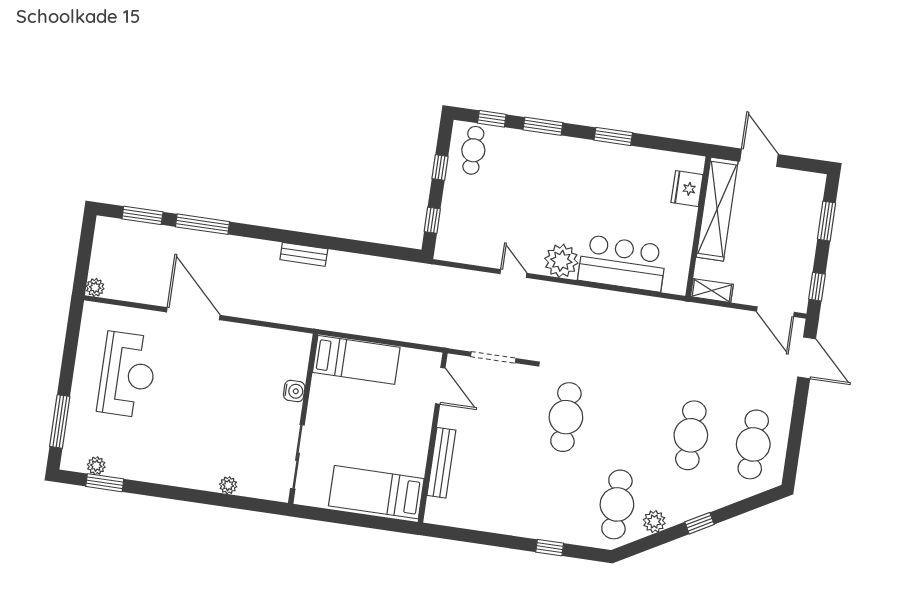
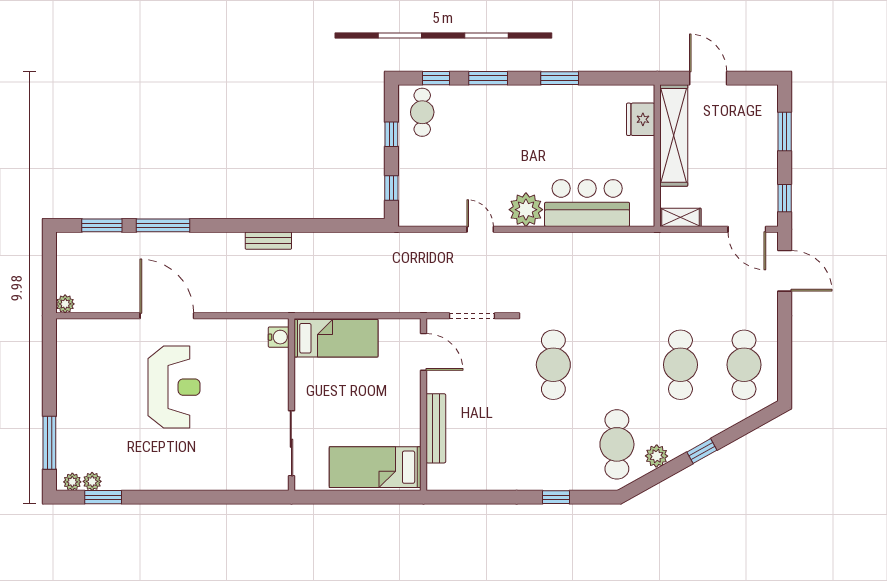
reception desk: (127, 375) -> (174, 387), moved
water cooler: (294, 391) -> (279, 337), moved
plant: (228, 485) -> (72, 482), moved

